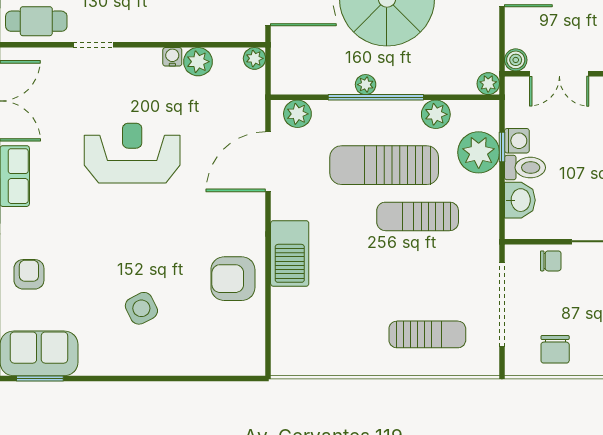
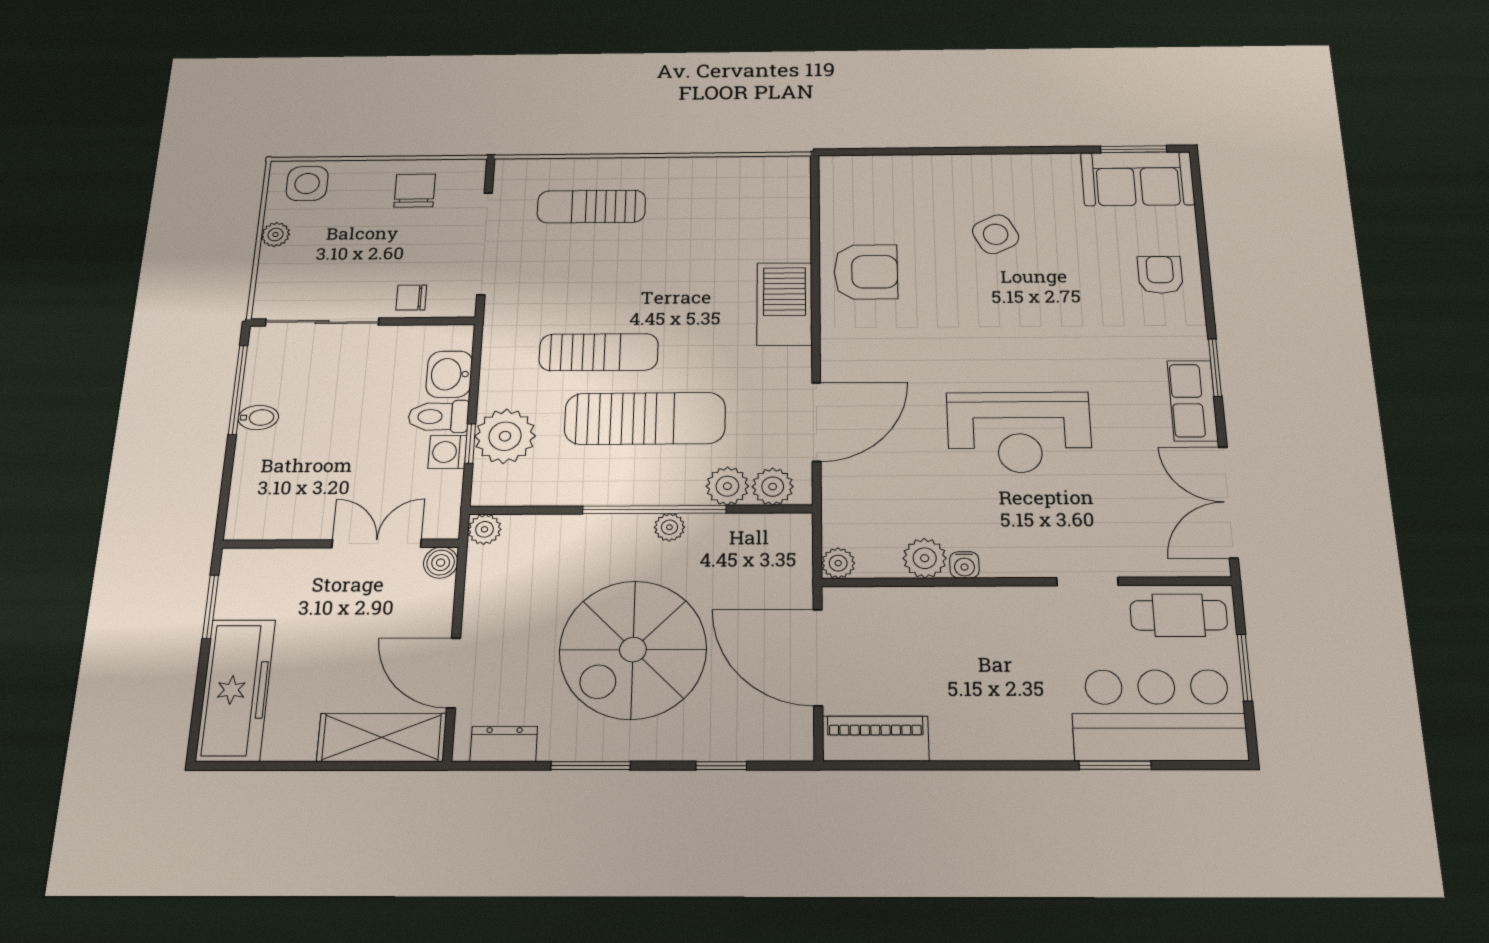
plant: (436, 114) -> (727, 486), moved
armchair: (29, 274) -> (1160, 275), turned 180

